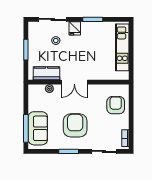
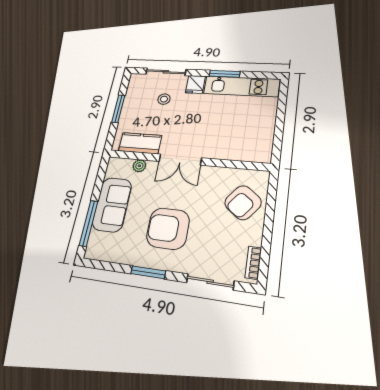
kitchen unit: (122, 47) -> (241, 86), moved, turned -90
armchair: (116, 105) -> (243, 203), turned -142
armchair: (75, 125) -> (168, 228), turned -90
sofa: (38, 128) -> (112, 205), moved

